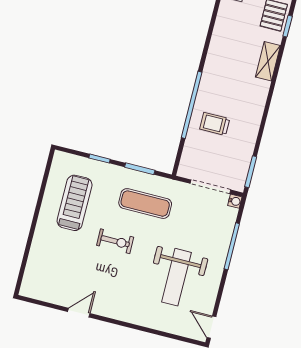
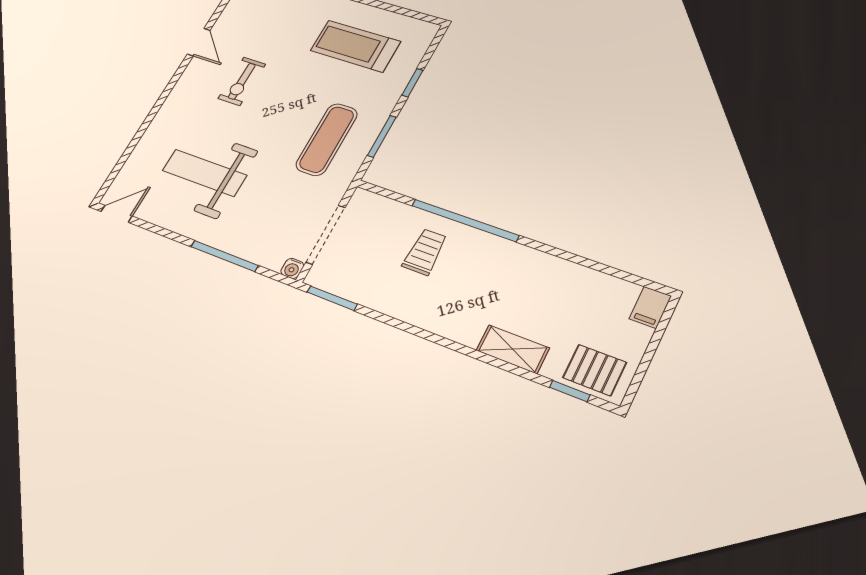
treadmill: (75, 203) -> (355, 46), turned 180
exercise bike: (115, 241) -> (242, 81), moved

